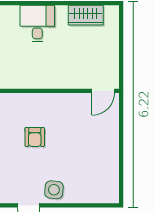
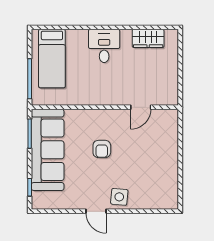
door: (103, 91) -> (141, 107), moved

